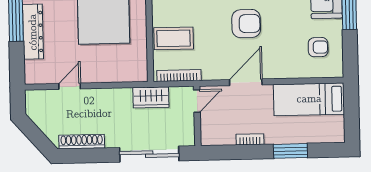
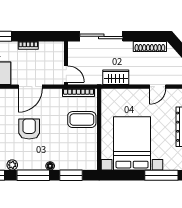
armchair: (246, 24) -> (29, 129), turned 90
wardrobe: (151, 97) -> (116, 77), moved
door: (197, 101) -> (66, 74), swing flipped

